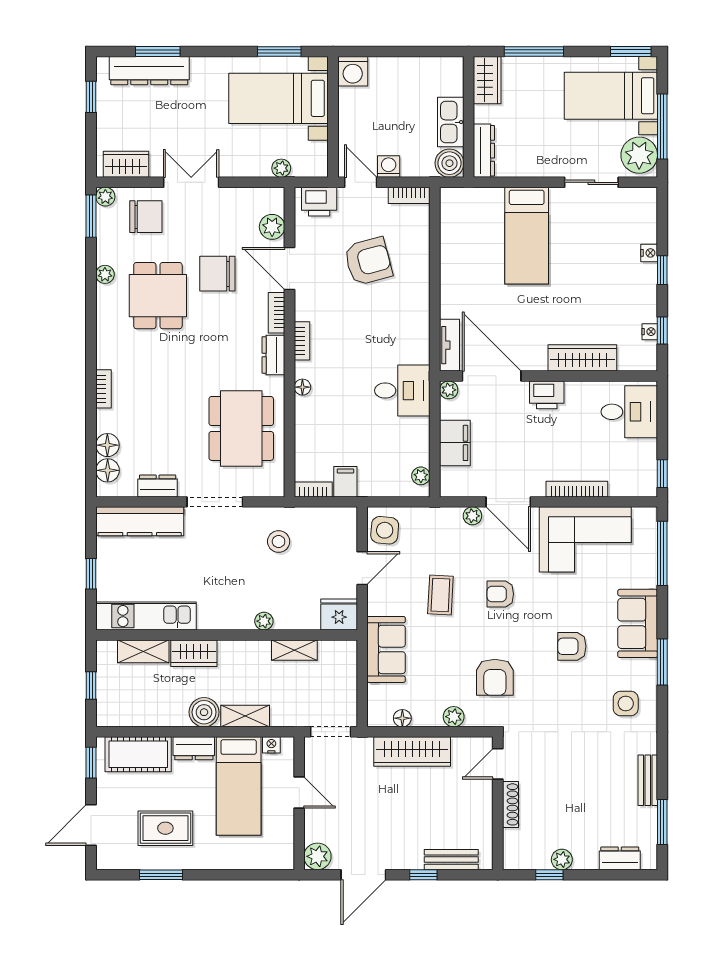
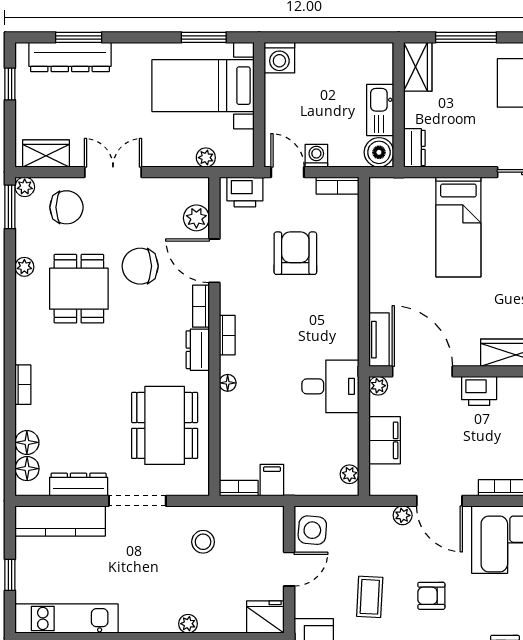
dresser: (484, 151) -> (414, 148), width x0.70
armchair: (368, 261) -> (295, 253), turned -75
dresser: (158, 486) -> (79, 485), width x1.44

